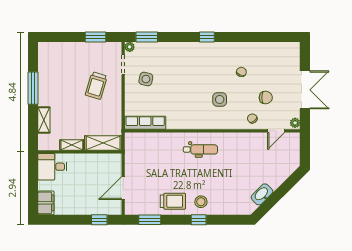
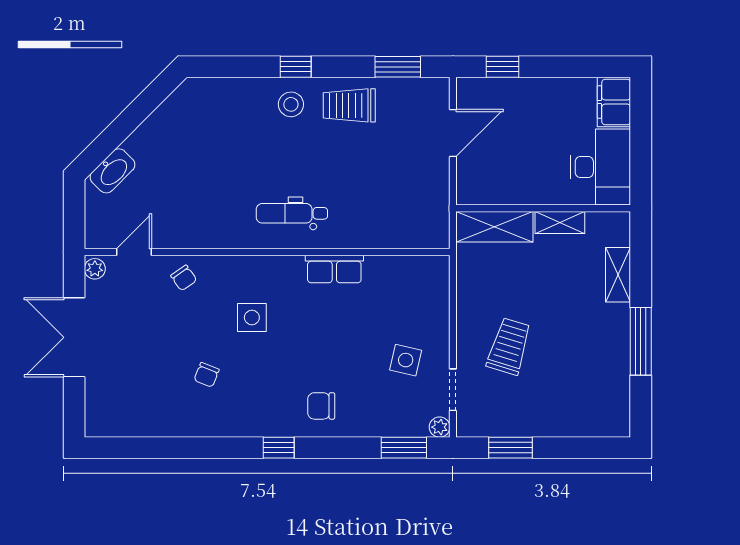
chair: (266, 98) -> (321, 406), moved
row of seats: (145, 123) -> (334, 269), moved, width x0.68
desk: (52, 167) -> (600, 167), width x1.37
washbasin: (262, 194) -> (112, 171), moved

